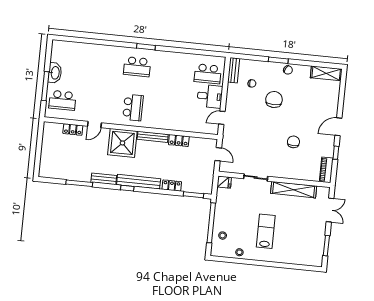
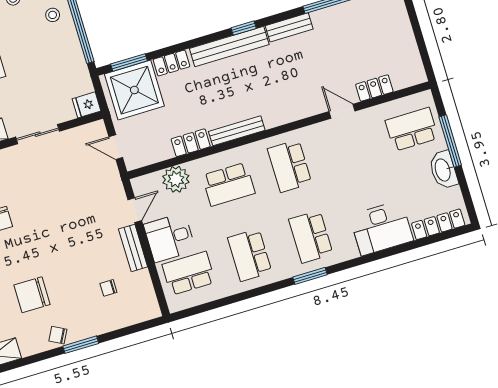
locker: (69, 46) -> (438, 224), added
desk: (99, 56) -> (381, 228), added
school desk: (137, 67) -> (311, 237), turned -90
school desk: (172, 70) -> (250, 255), added
bench: (234, 70) -> (133, 248), moved
chair: (274, 99) -> (32, 295), moved, turned 90
school desk: (168, 111) -> (229, 184), added
door: (94, 124) -> (342, 111), hinge flipped
plant: (194, 125) -> (176, 179), added
shower: (122, 143) -> (134, 90), moved

